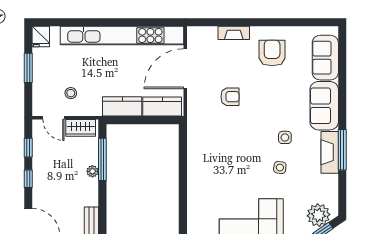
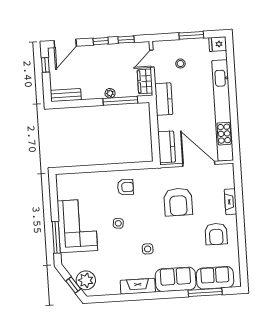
armchair: (272, 53) -> (216, 234), turned 90
stool: (71, 93) -> (180, 64), moved
armchair: (230, 97) -> (178, 202), width x1.88, depth x1.88
kitchen counter: (122, 106) -> (164, 99), moved
window: (342, 150) -> (205, 292), moved
armchair: (208, 160) -> (125, 187), added
side table: (280, 168) -> (118, 223), moved

